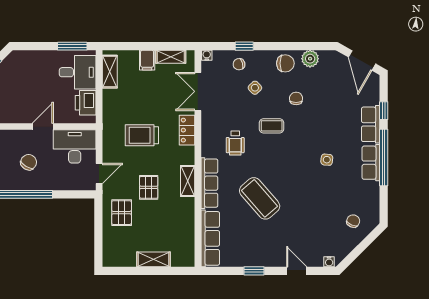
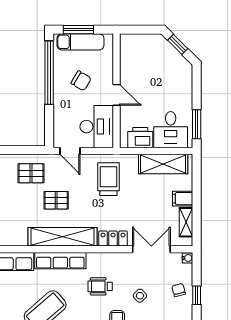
shelving: (110, 72) -> (163, 164), width x1.50, depth x1.33
side table: (255, 88) -> (140, 296), moved
trolley: (142, 135) -> (108, 179), moved
shelving: (188, 181) -> (62, 237), width x2.20, depth x1.33

